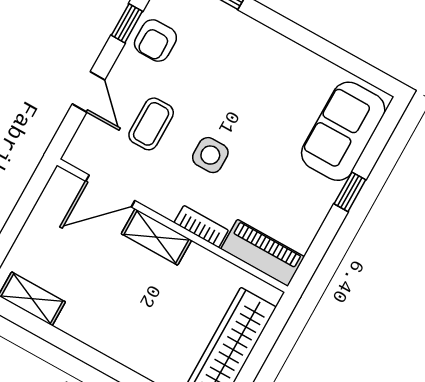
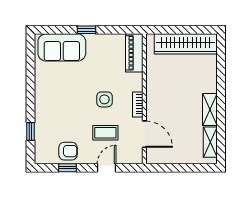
bookcase: (201, 227) -> (138, 104), moved
shelving: (156, 237) -> (210, 109), moved

